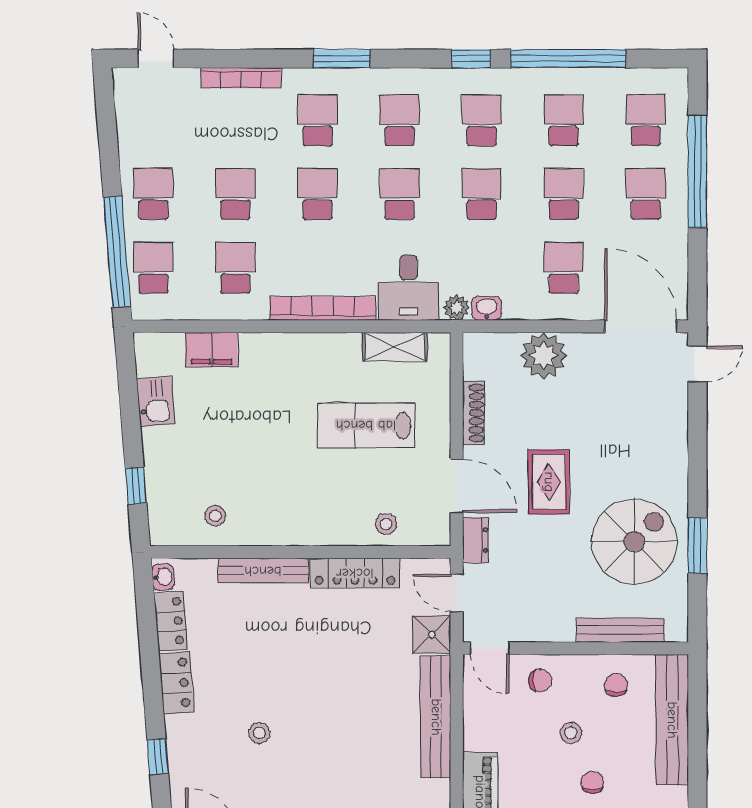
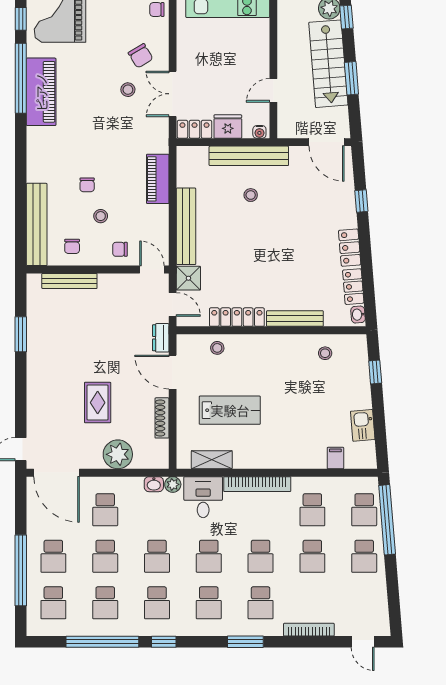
filing cabinet: (212, 350) -> (335, 458), width x0.50
rug: (549, 482) -> (98, 403), moved
spiral stairs: (634, 542) -> (61, 337), removed
stool: (259, 733) -> (251, 195), moved

